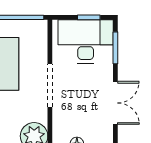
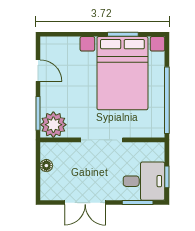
desk: (86, 41) -> (144, 181), width x0.73

